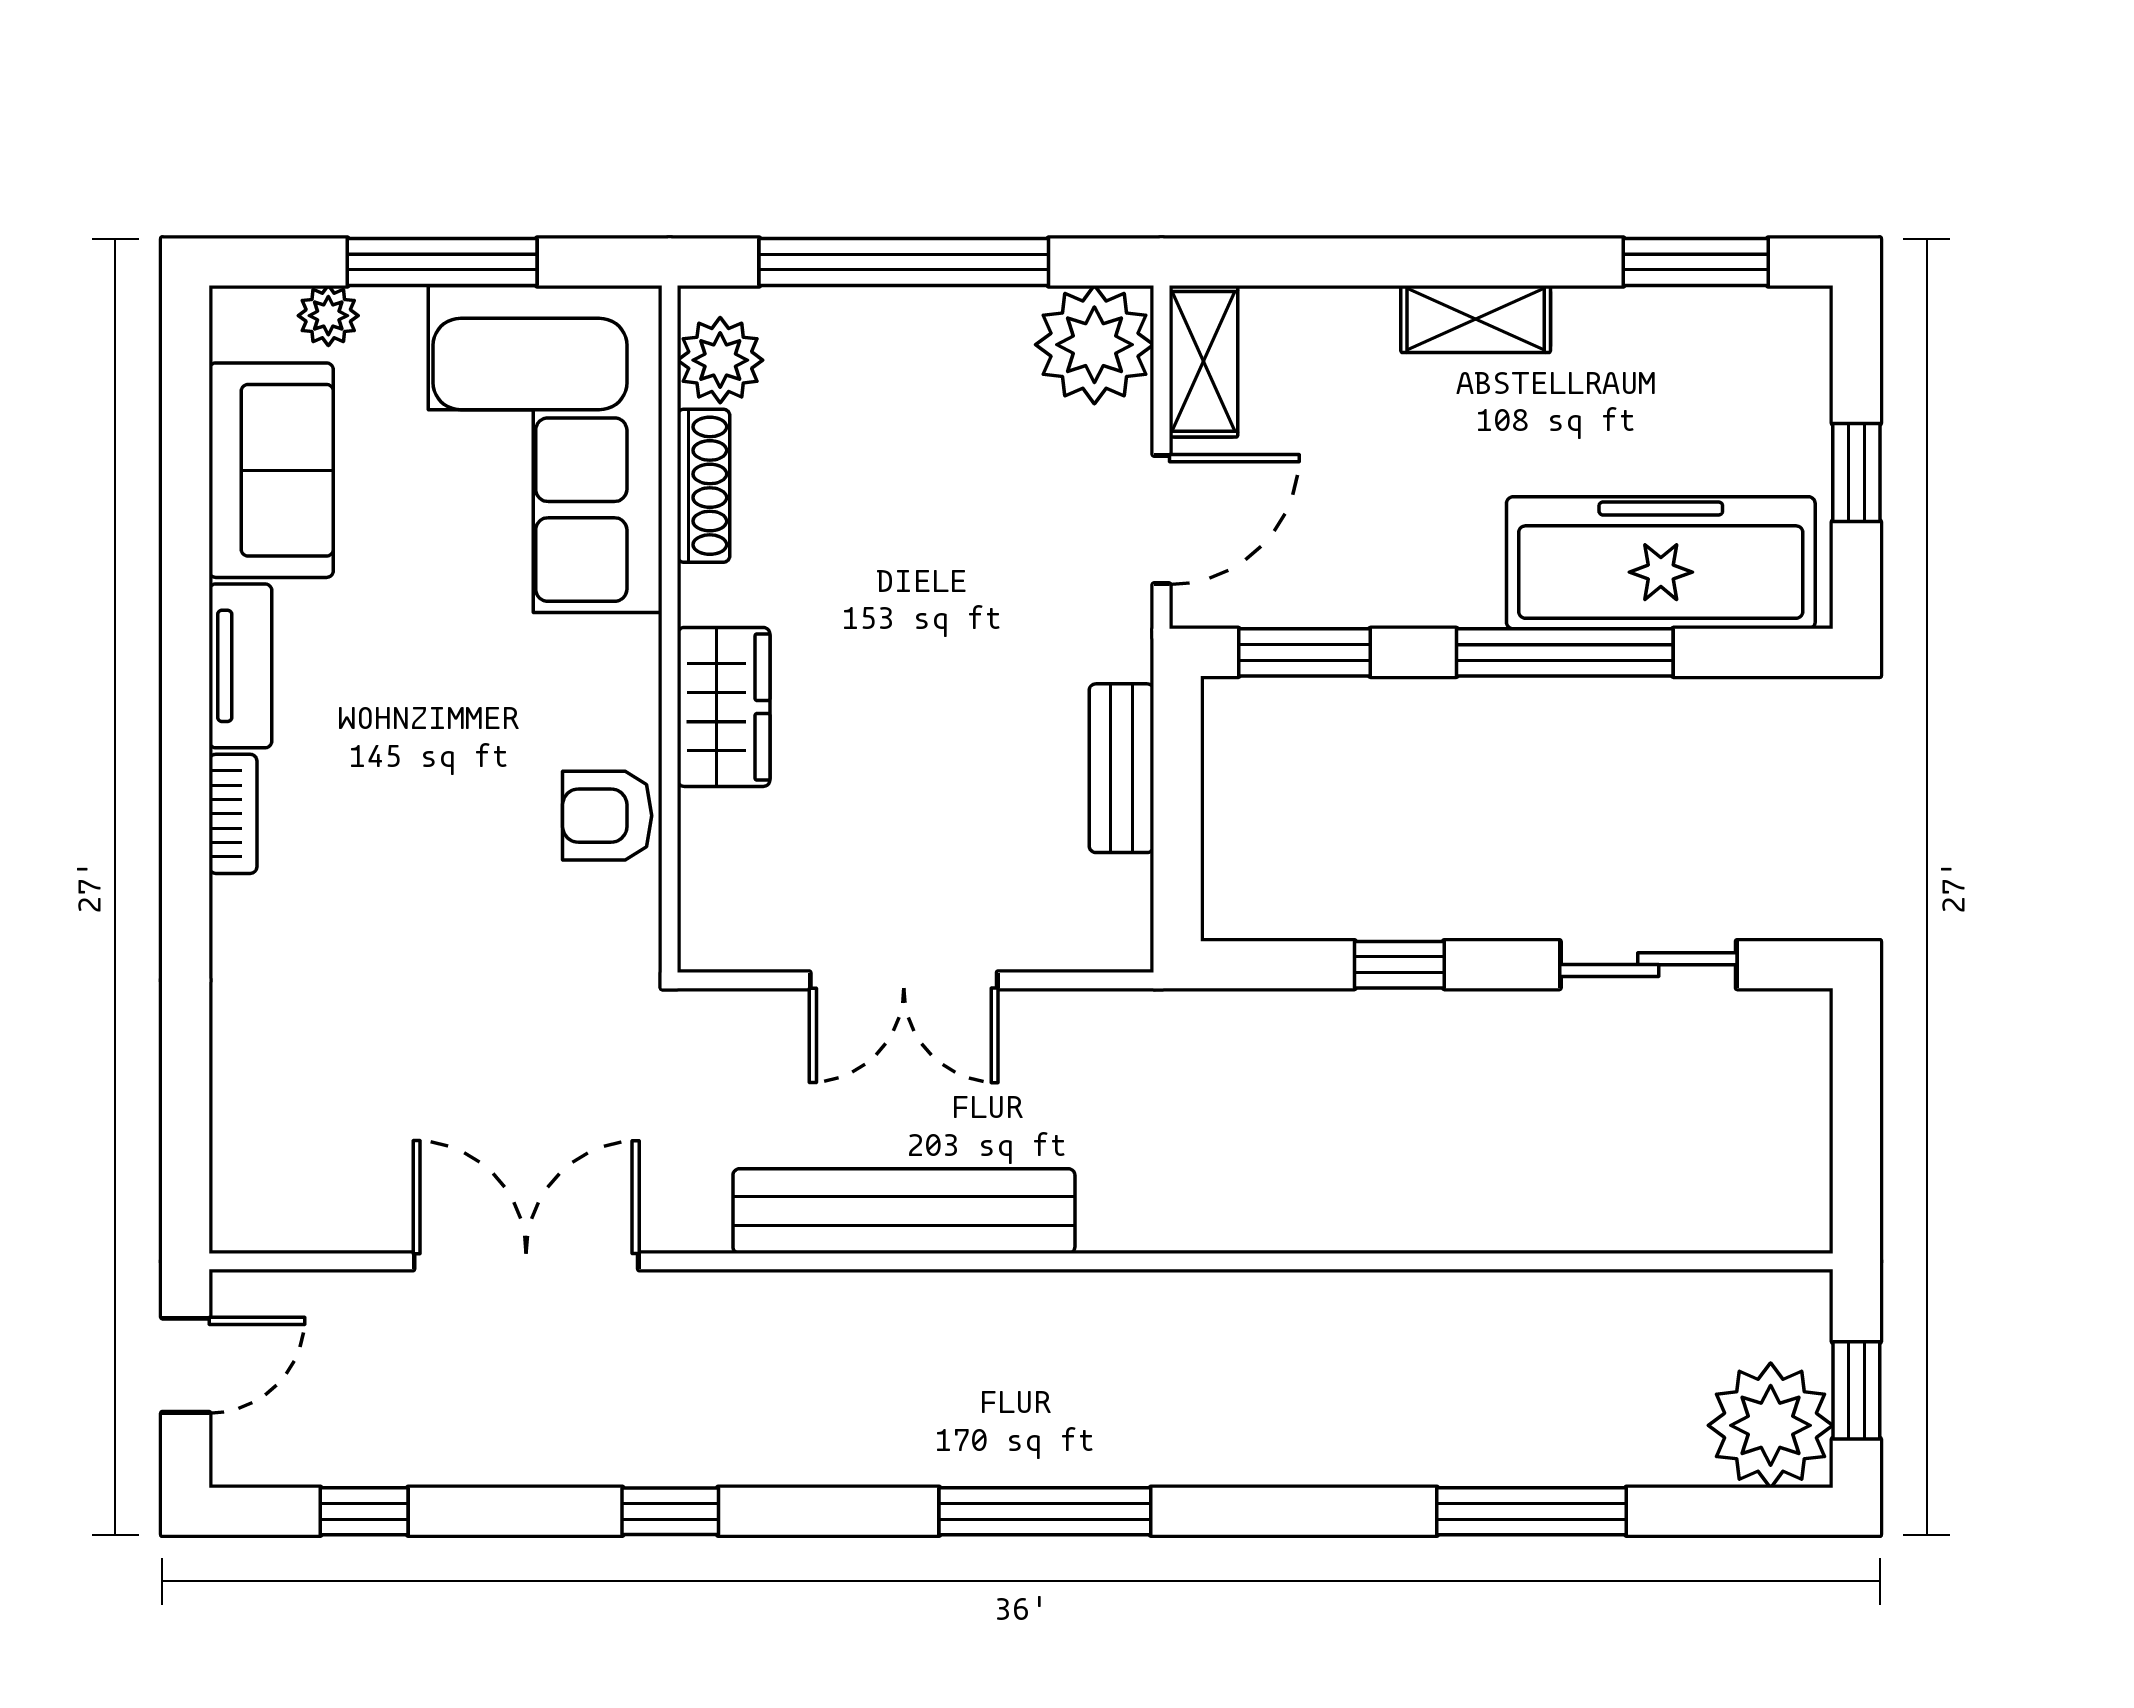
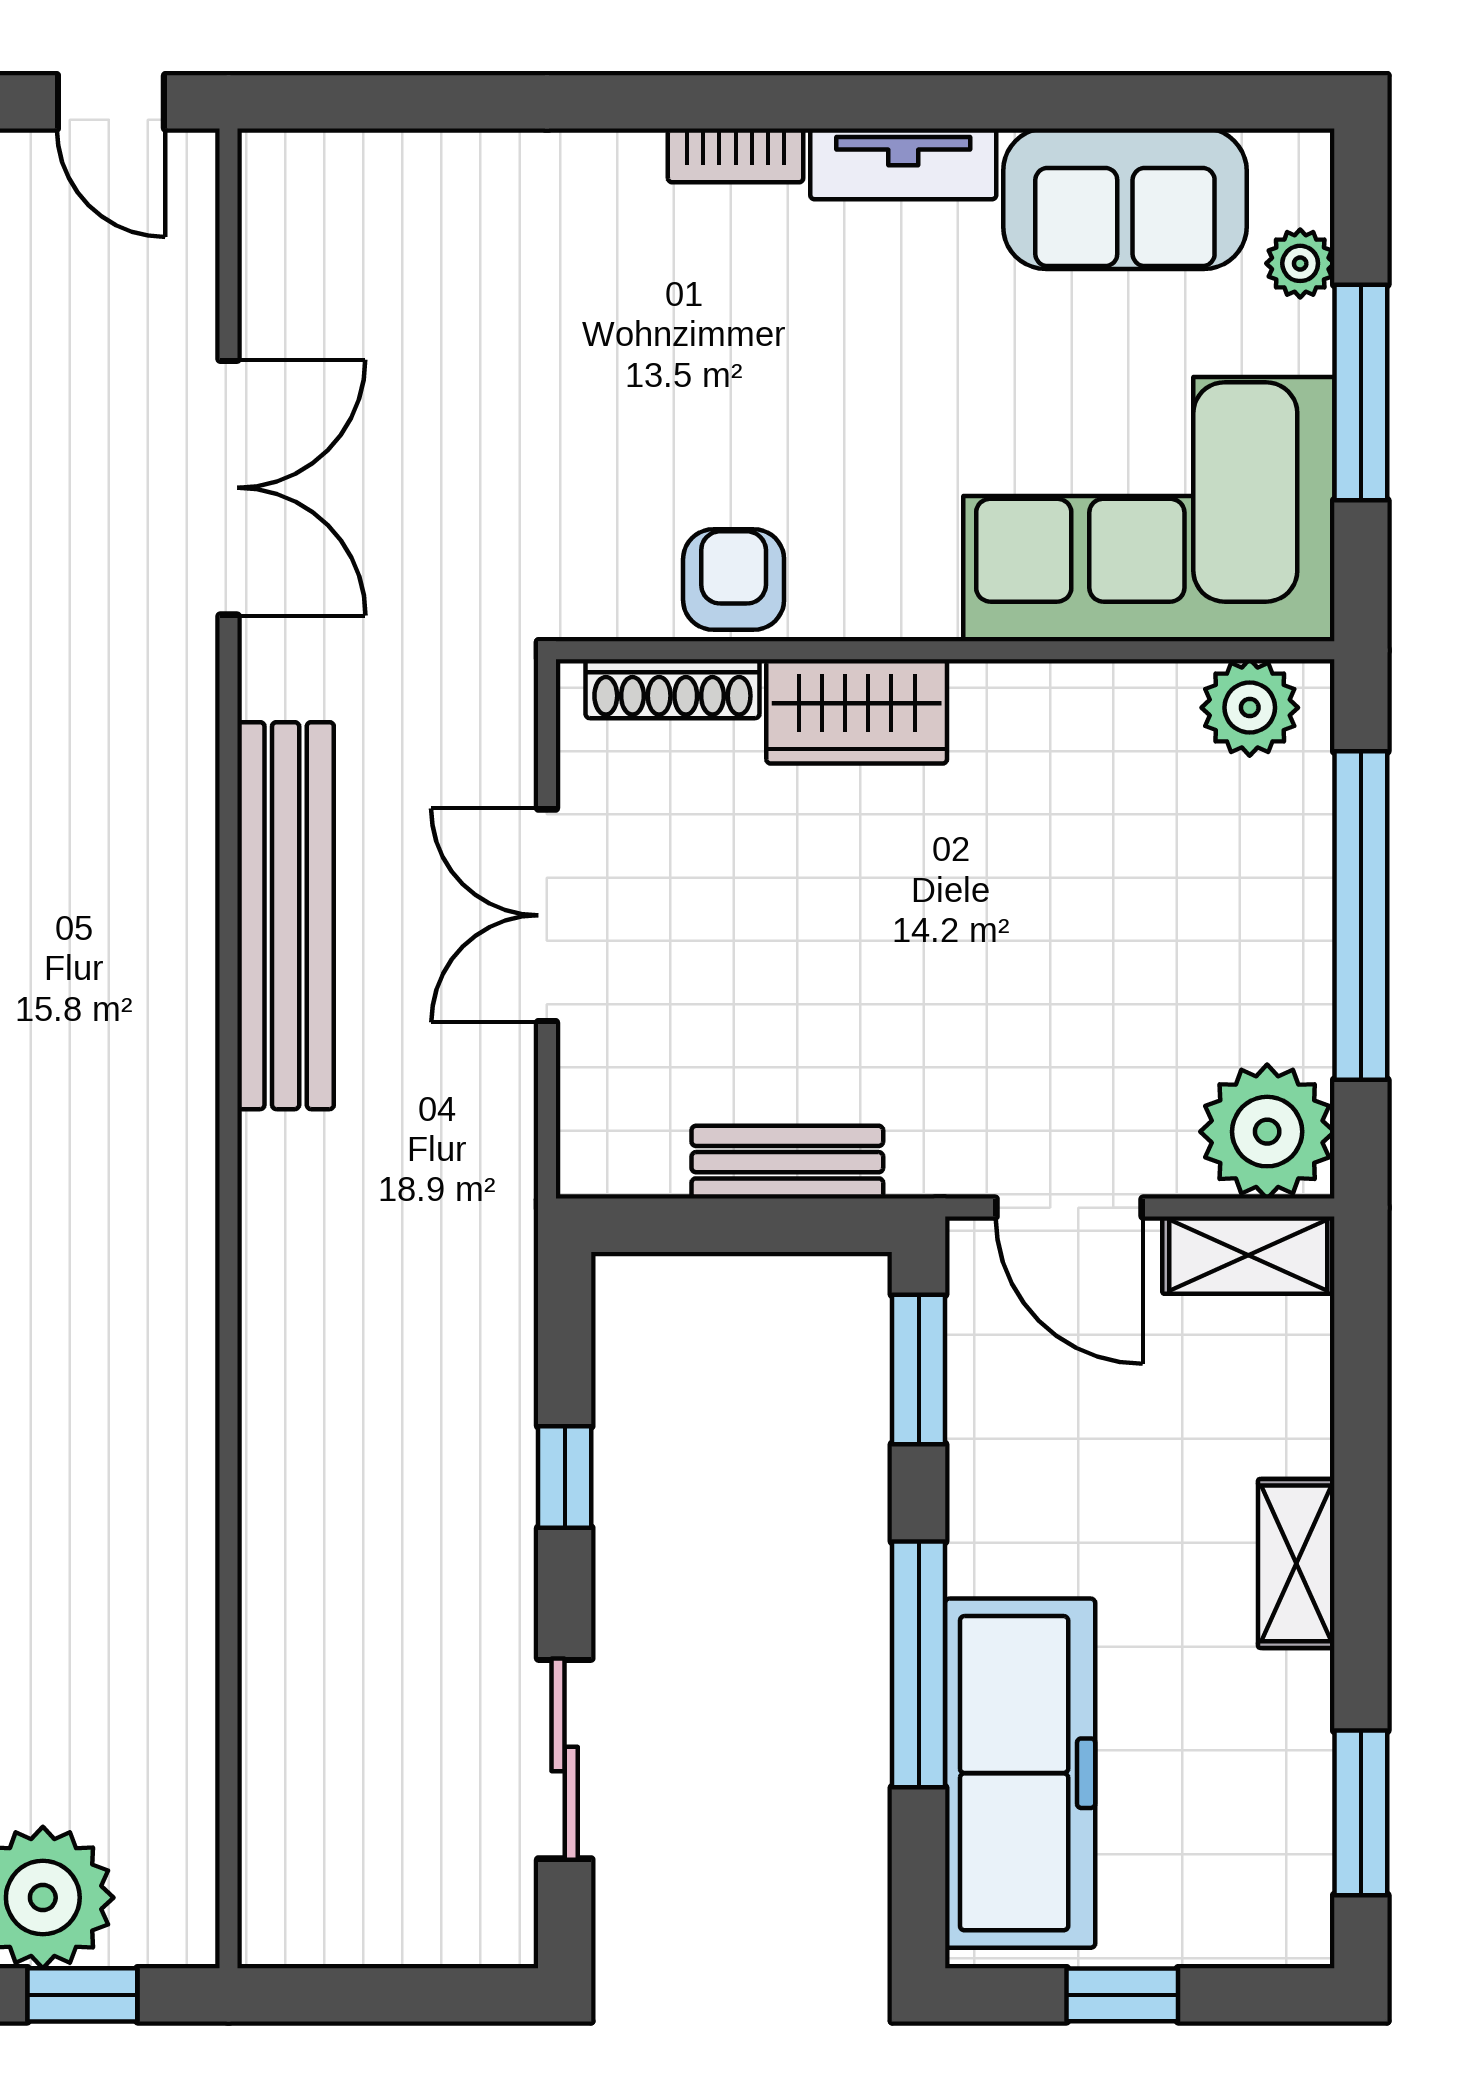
shoe rack: (704, 486) -> (672, 689), moved

